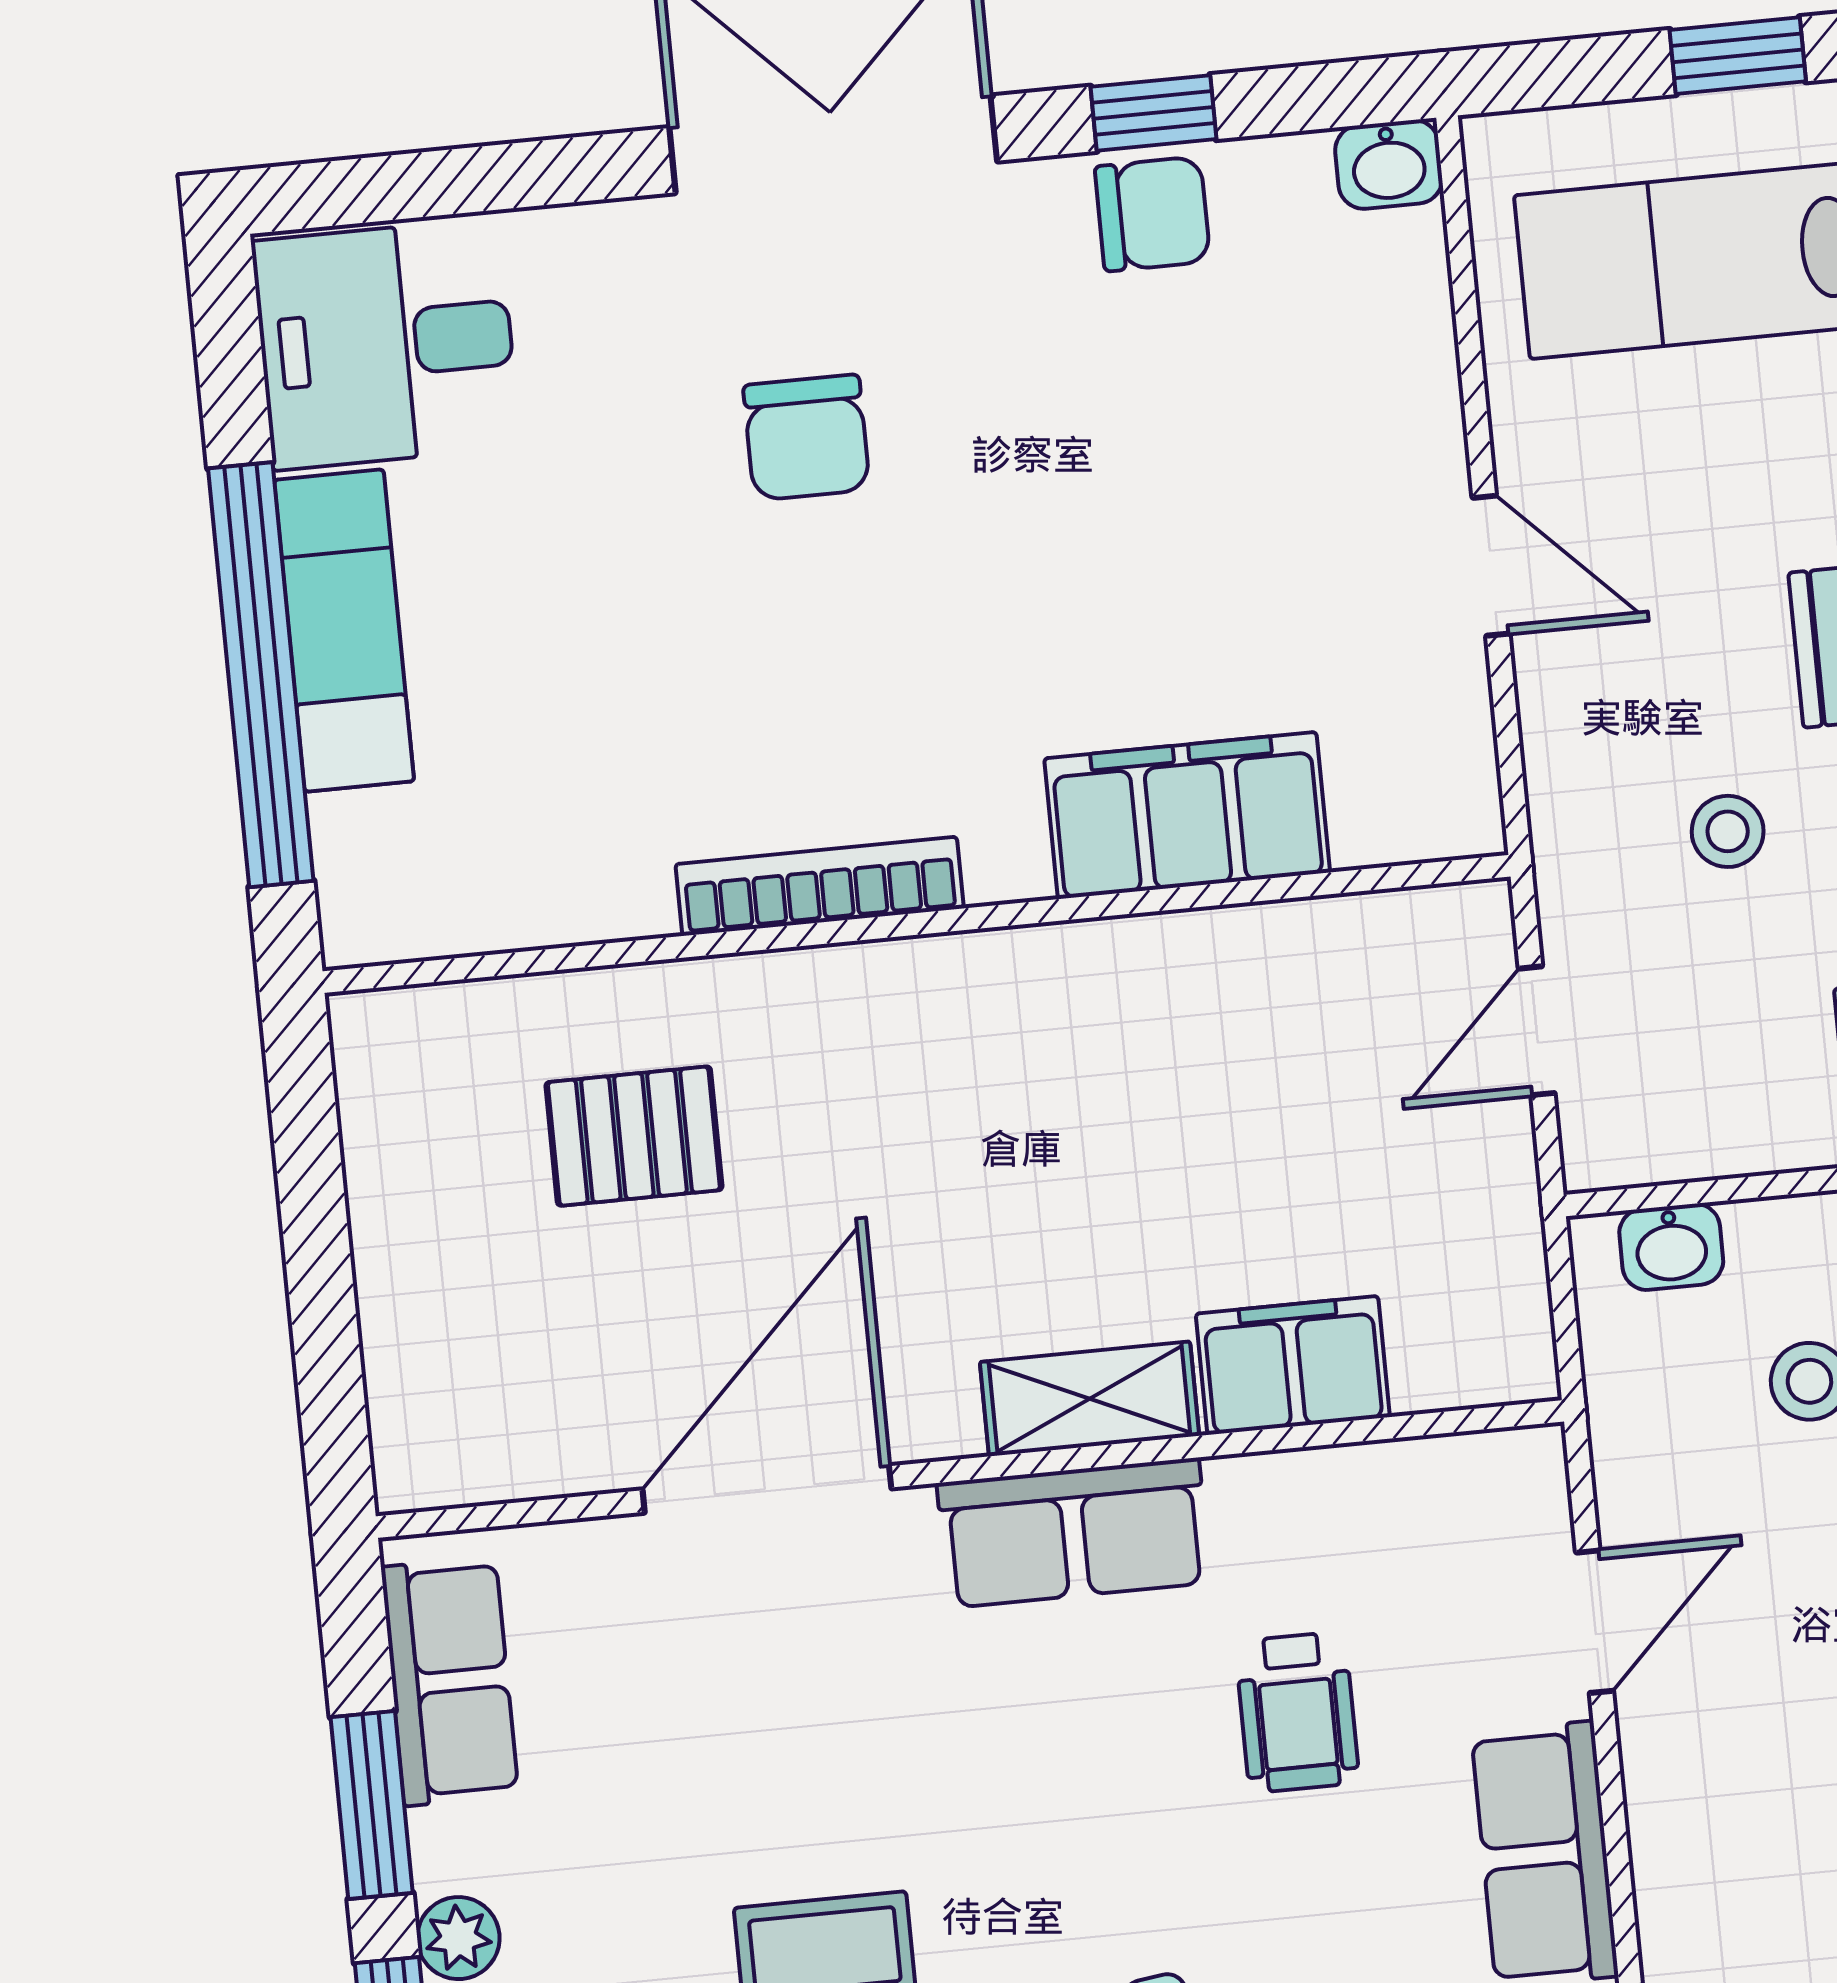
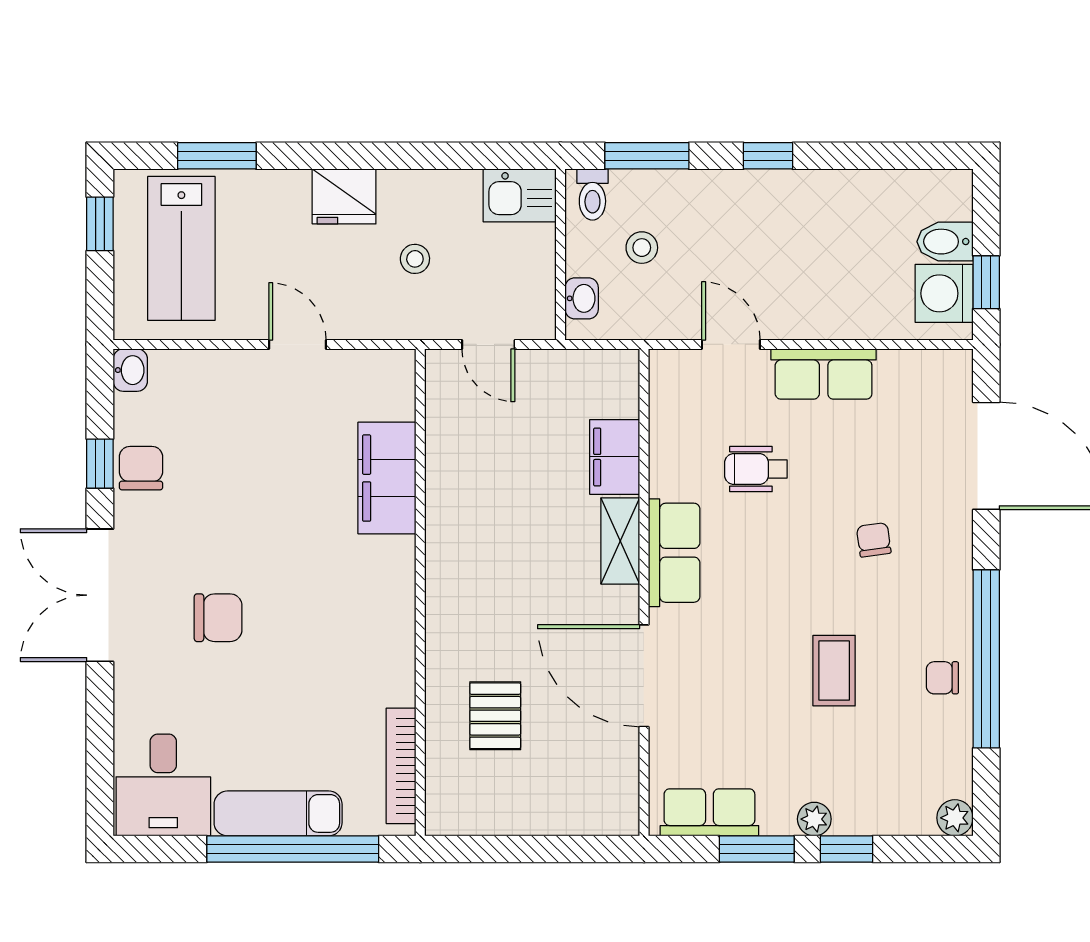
door: (1491, 566) -> (297, 344), hinge flipped
bookcase: (820, 886) -> (401, 766), moved
wheelchair: (1297, 1712) -> (756, 469), turned 180

